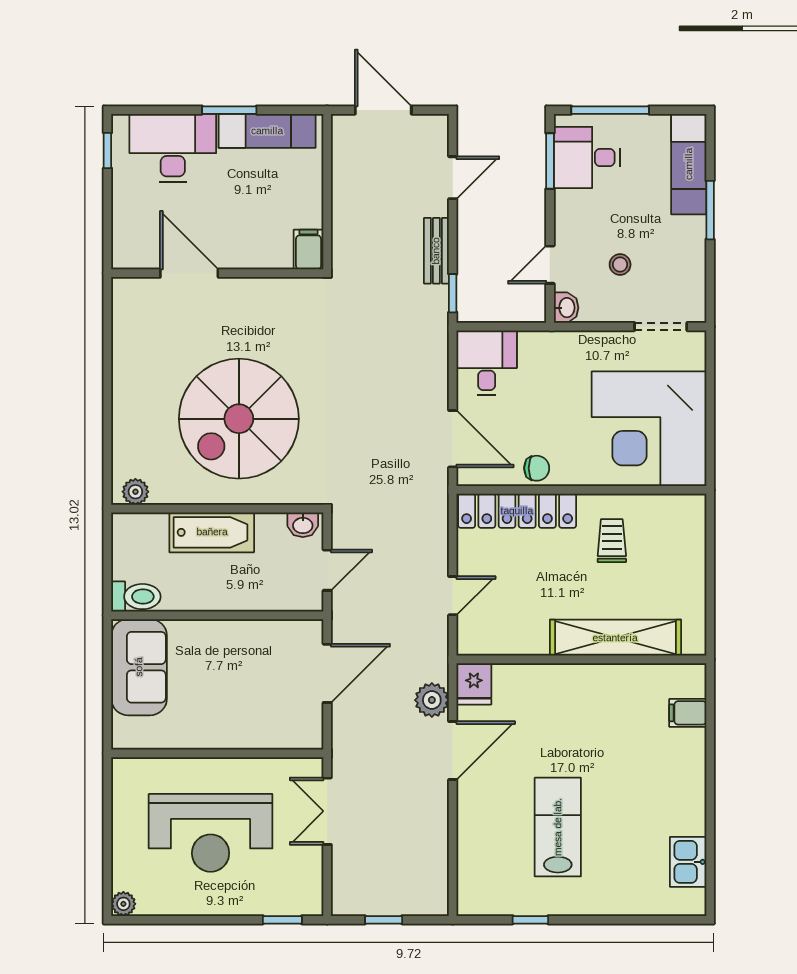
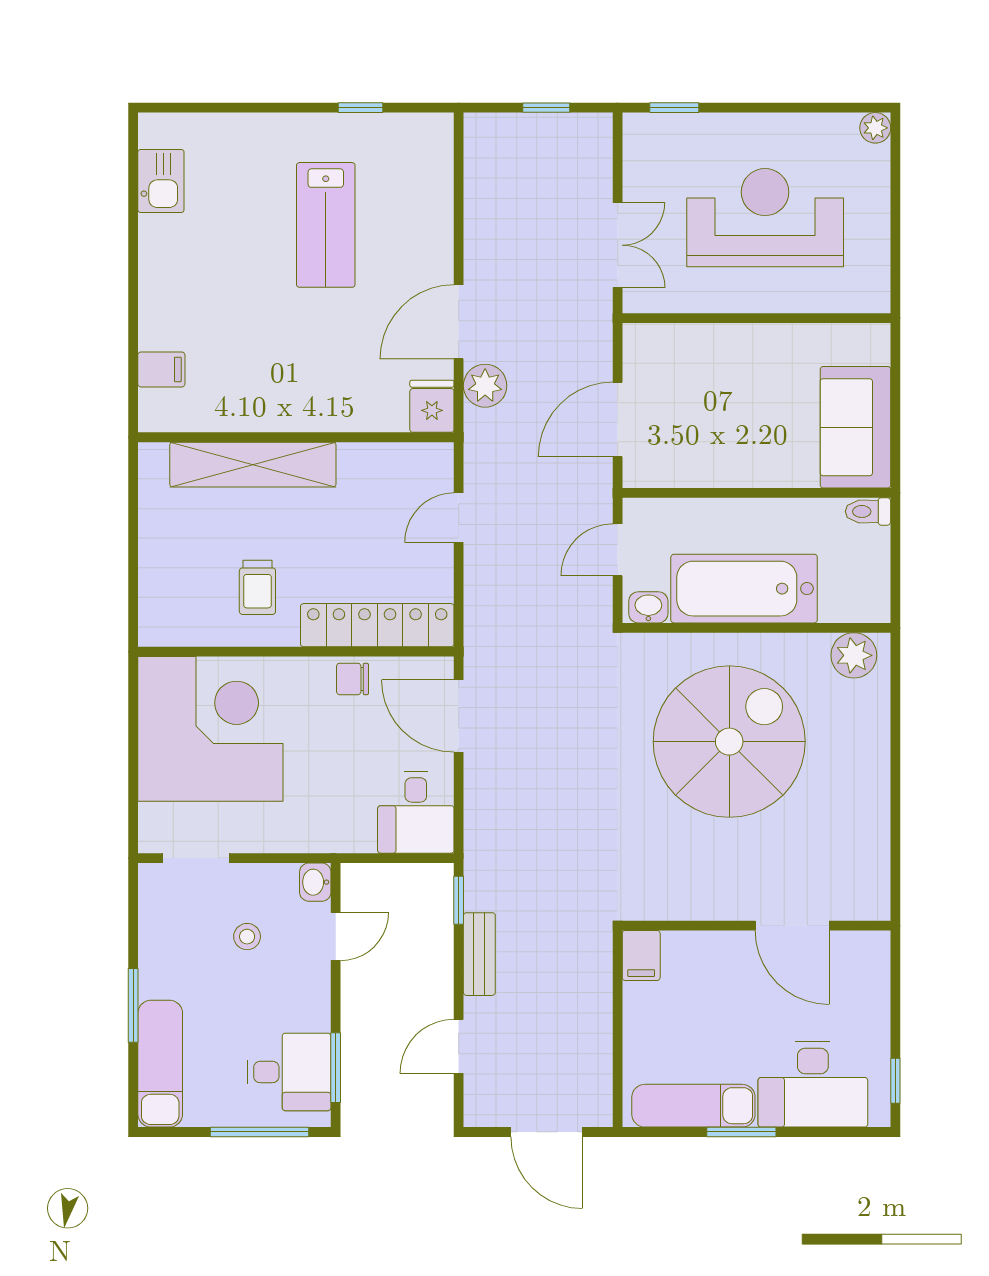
plant: (135, 492) -> (854, 655), width x1.38, depth x1.38
bathtub: (212, 532) -> (744, 589), width x1.36, depth x1.36
toilet: (136, 597) -> (868, 511), width x0.73, depth x0.72

